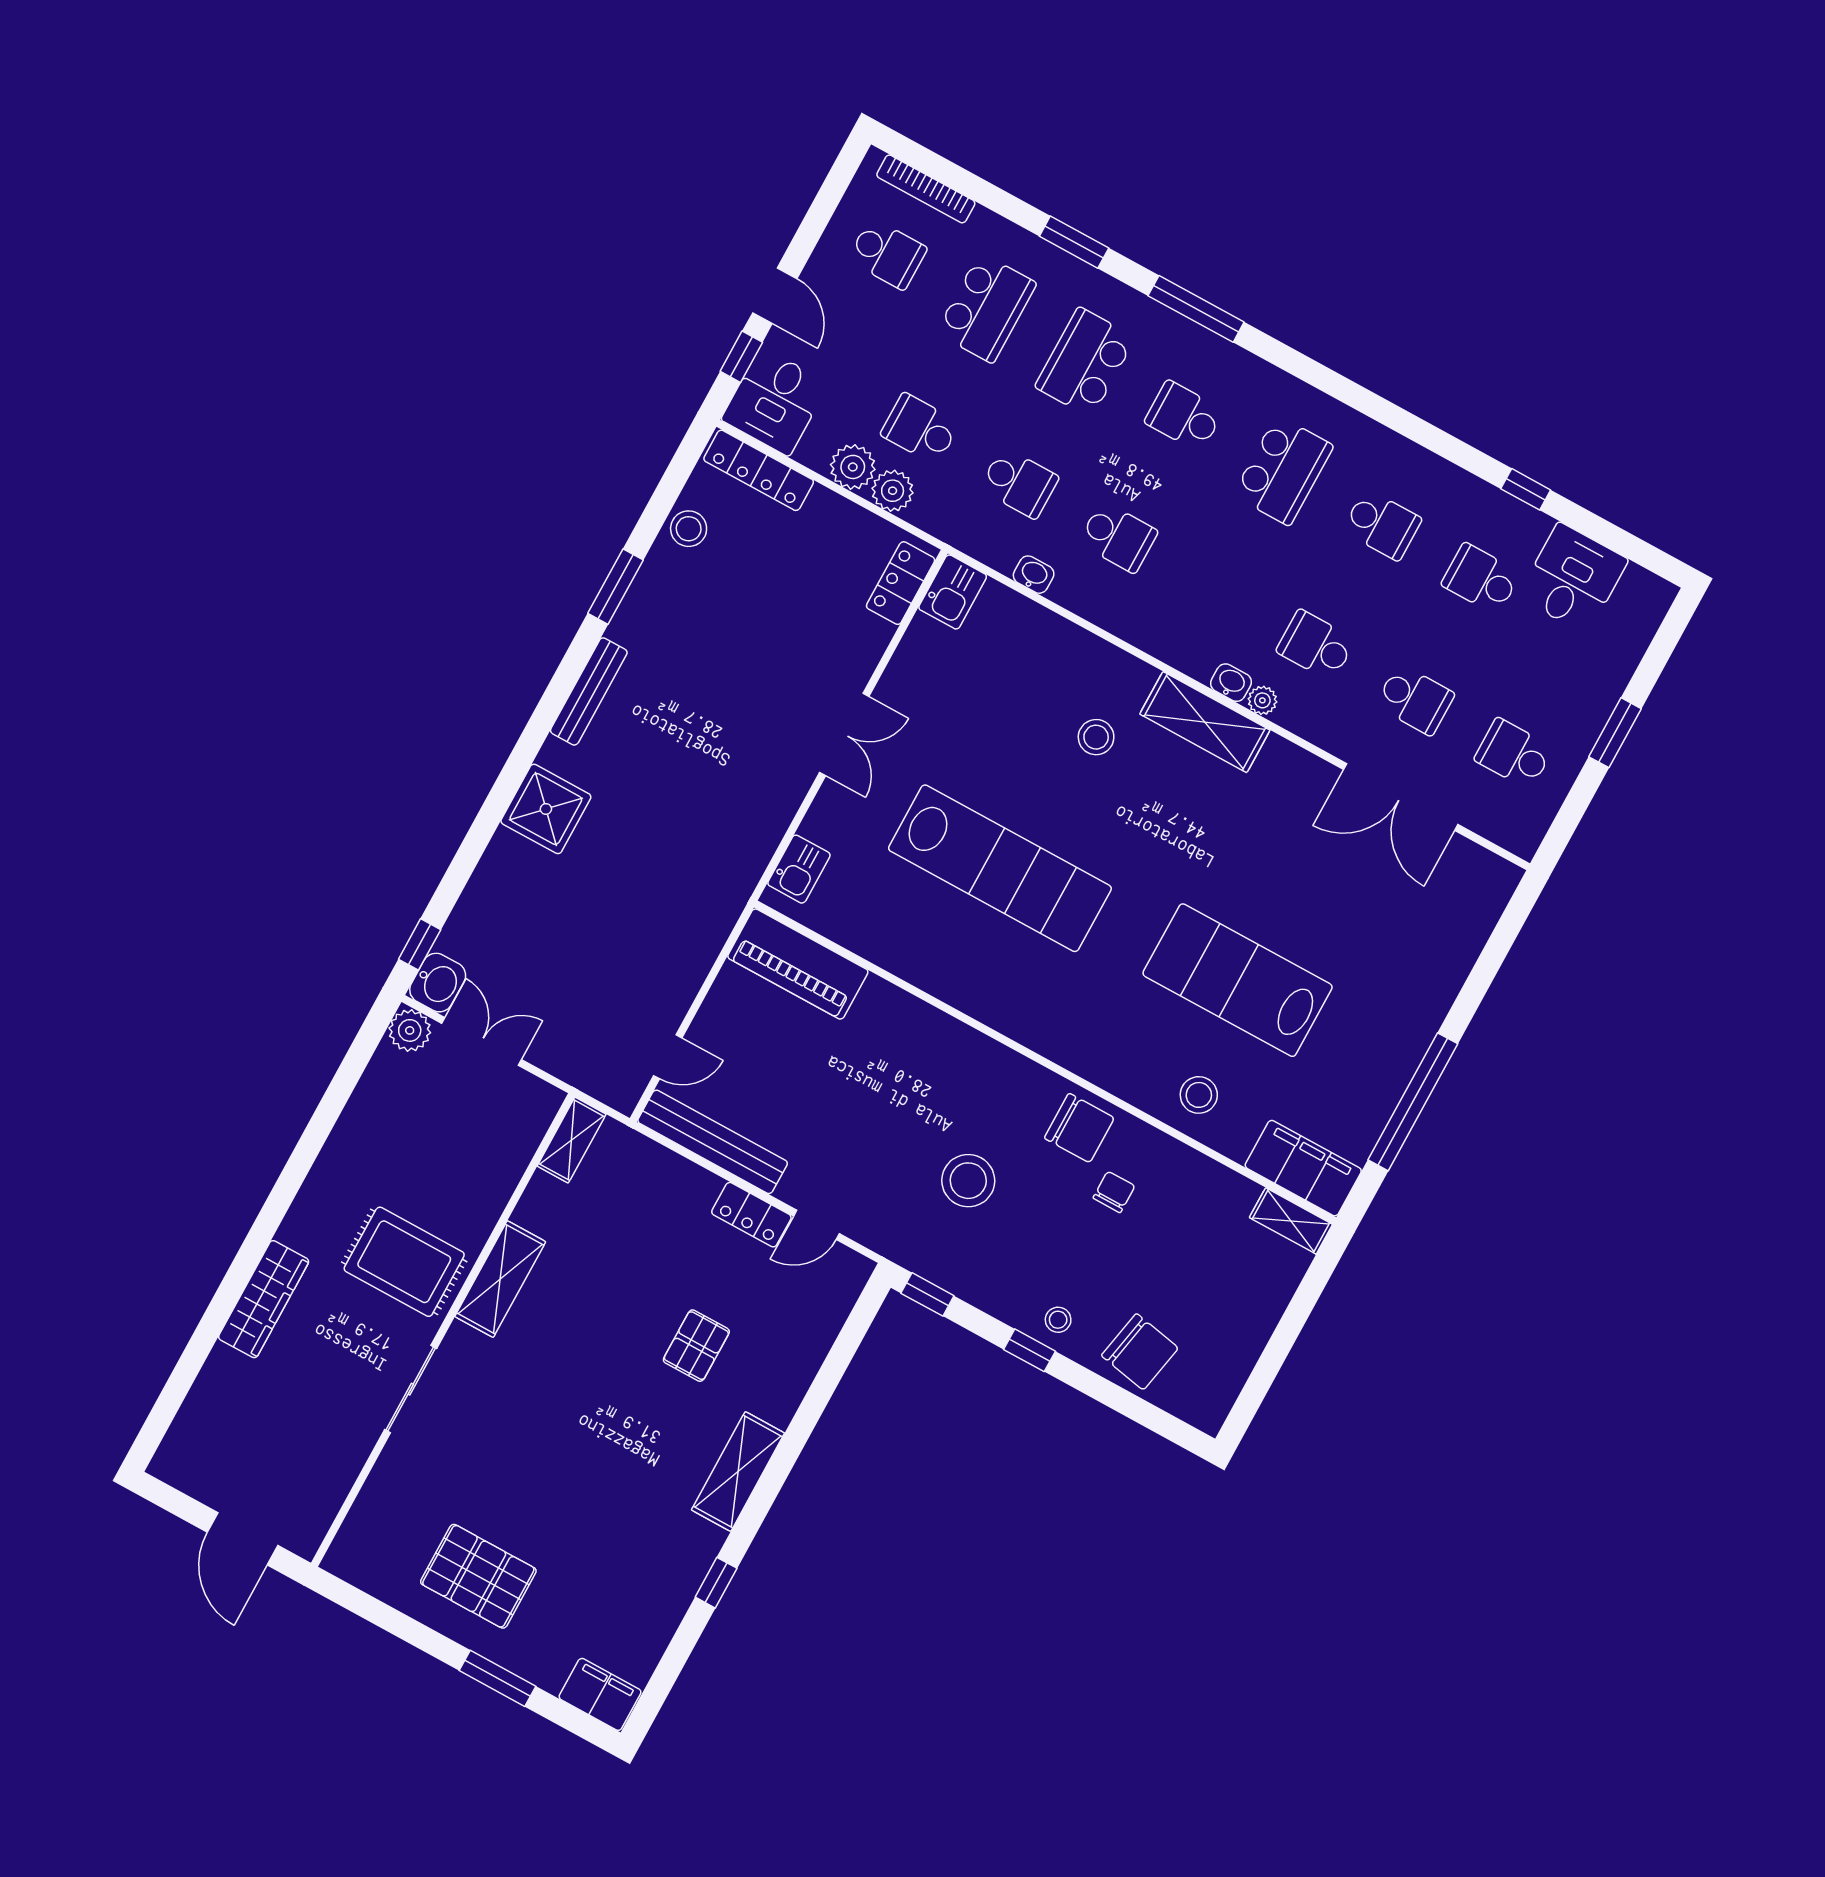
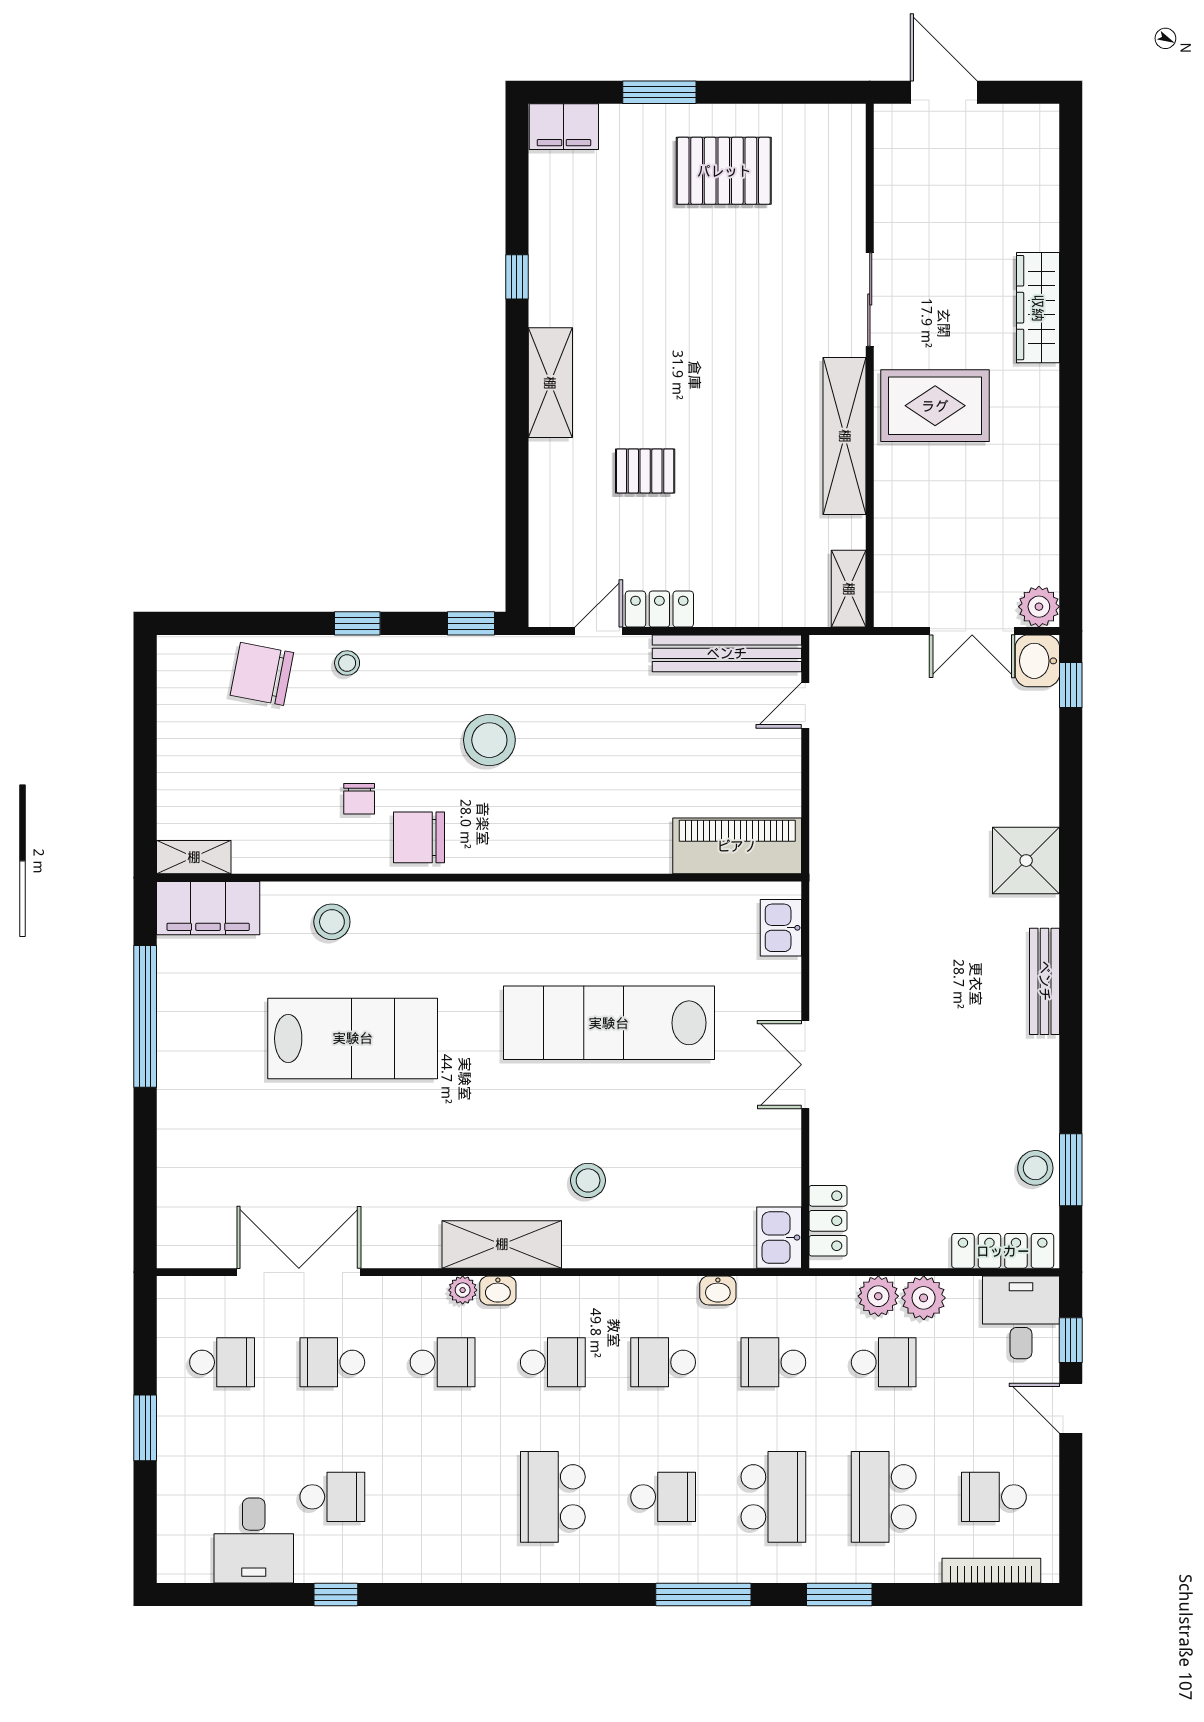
school desk: (1382, 525) -> (553, 1362), moved, turned 180
window: (615, 587) -> (1071, 1170), moved
shelving: (500, 1279) -> (845, 436), width x1.47
pallet: (696, 1346) -> (645, 471), turned 90

